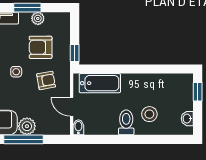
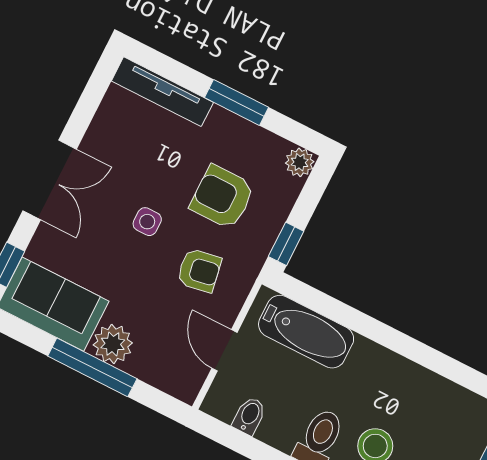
plant: (38, 18) -> (300, 162), moved
bidet: (78, 127) -> (249, 416), moved

